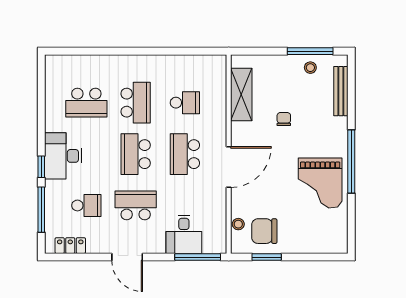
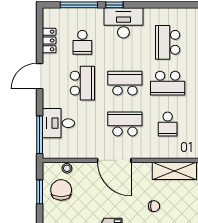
locker: (70, 246) -> (49, 40), moved

